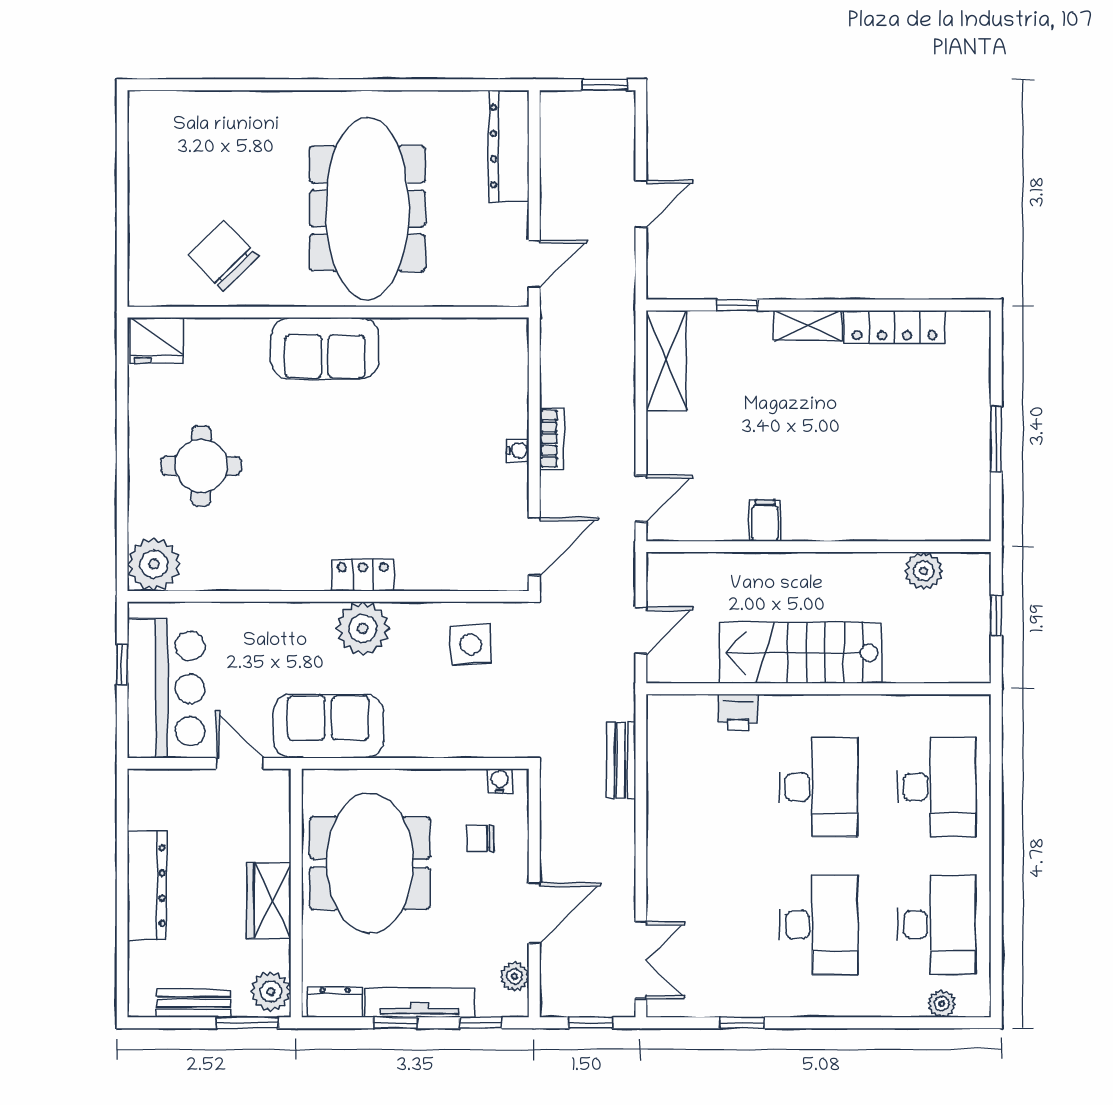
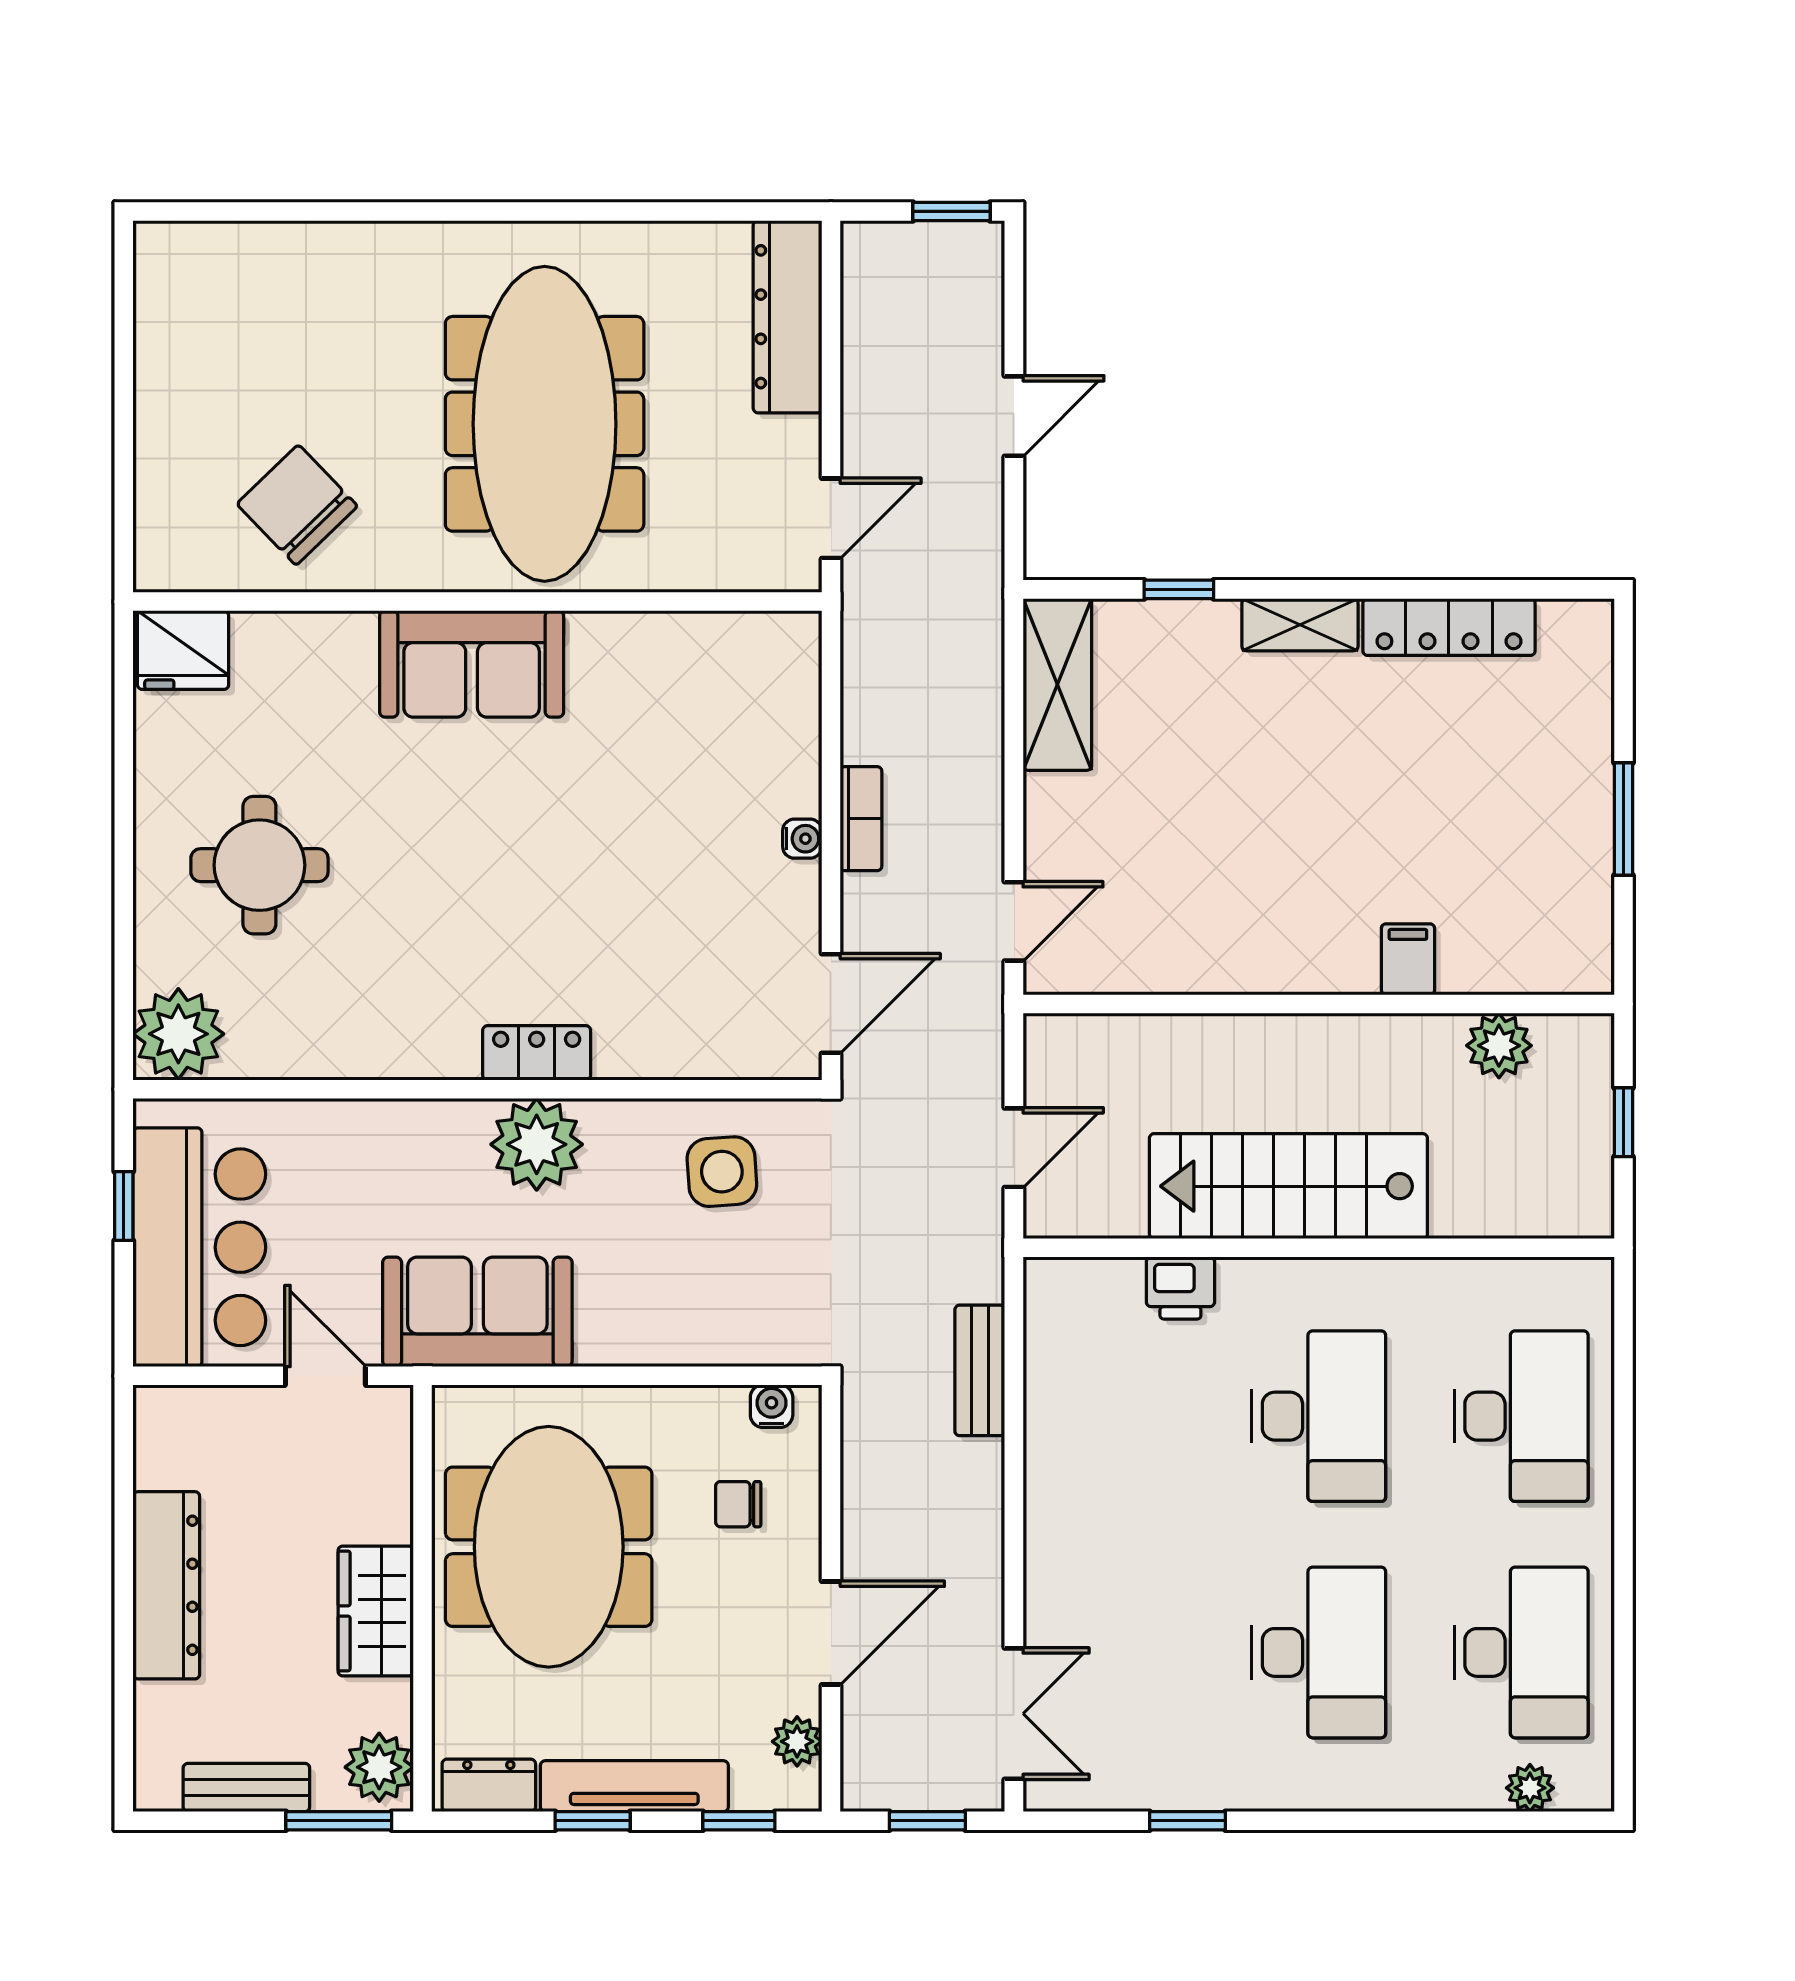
filing cabinet: (765, 521) -> (1408, 959), moved

